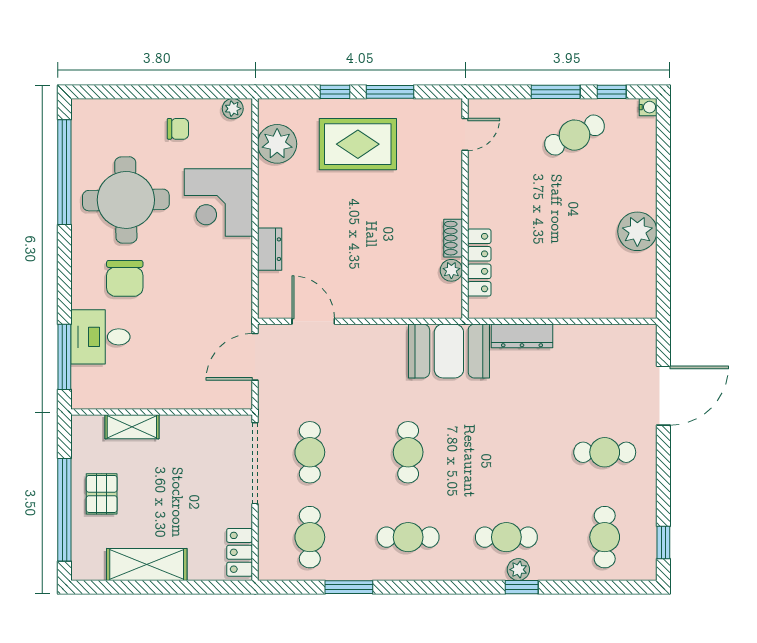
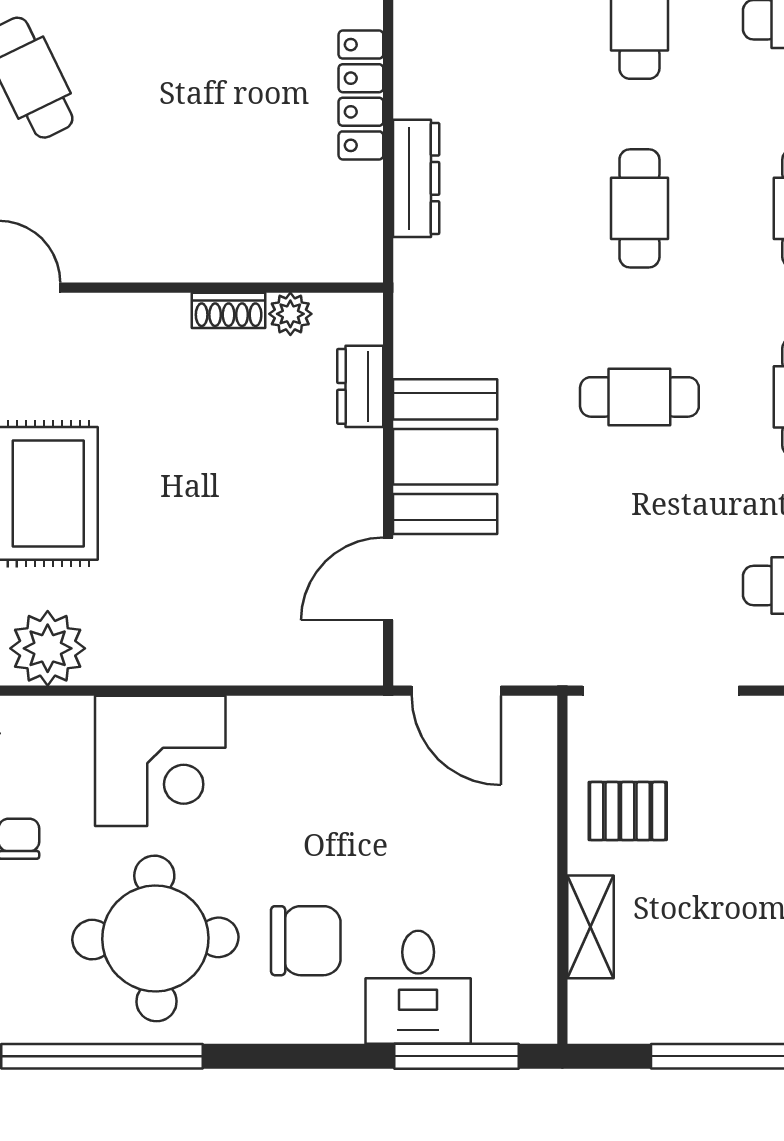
dresser: (270, 249) -> (360, 386), moved, turned -90
locker: (479, 263) -> (361, 95), moved, turned -90
booth: (449, 351) -> (445, 457), moved
cafe table: (310, 452) -> (639, 208), moved, turned 90
pallet: (102, 494) -> (628, 811), moved

